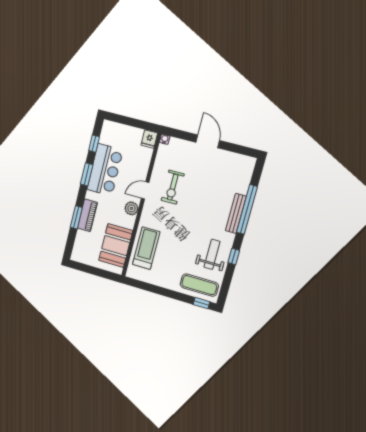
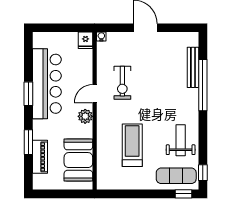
window: (94, 144) -> (28, 60), removed
bar counter: (105, 170) -> (47, 84), width x1.36
bench: (236, 213) -> (193, 67), moved
piano: (87, 215) -> (40, 157), moved
treadmill: (146, 248) -> (132, 145), moved
window: (234, 257) -> (203, 173), moved

